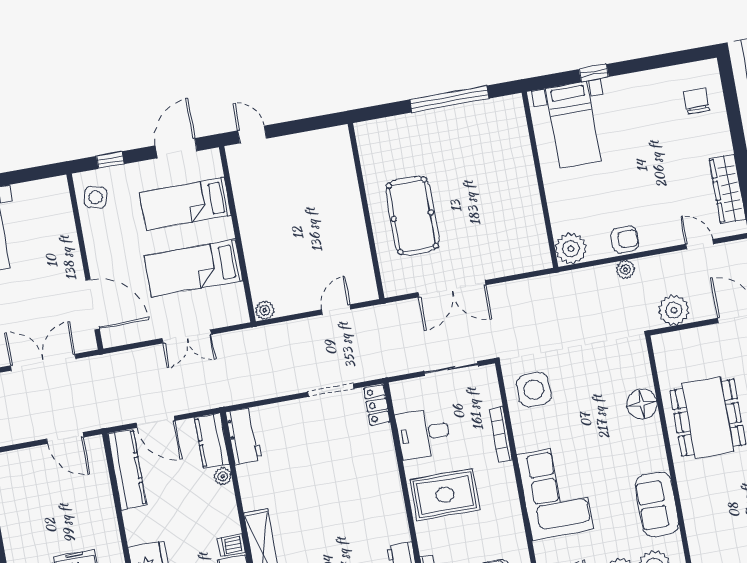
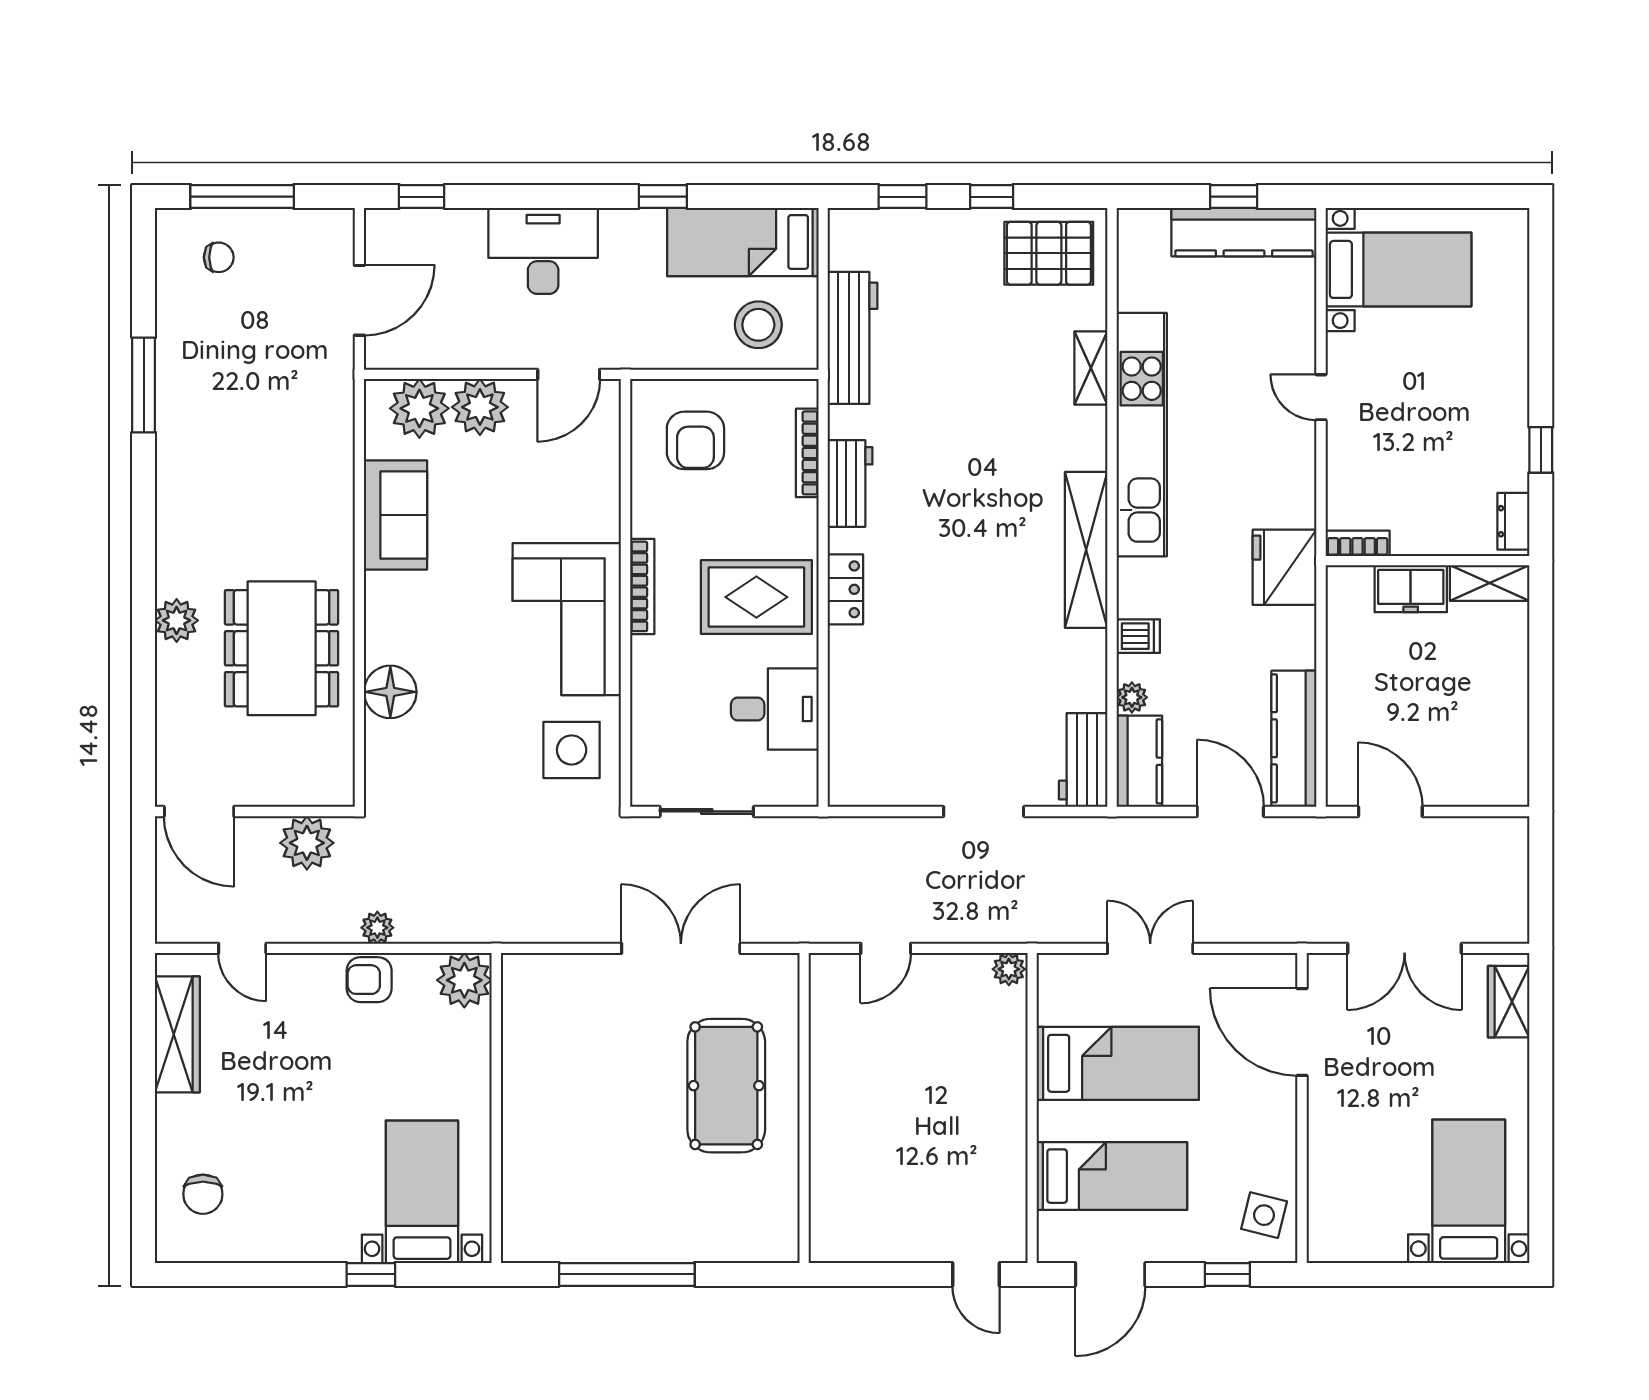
doorway: (331, 390) -> (984, 811), moved
locker: (377, 405) -> (845, 589), moved
bookcase: (501, 434) -> (642, 586), moved
corner sofa: (555, 492) -> (567, 619), moved
dishwasher: (231, 545) -> (1138, 636), moved

